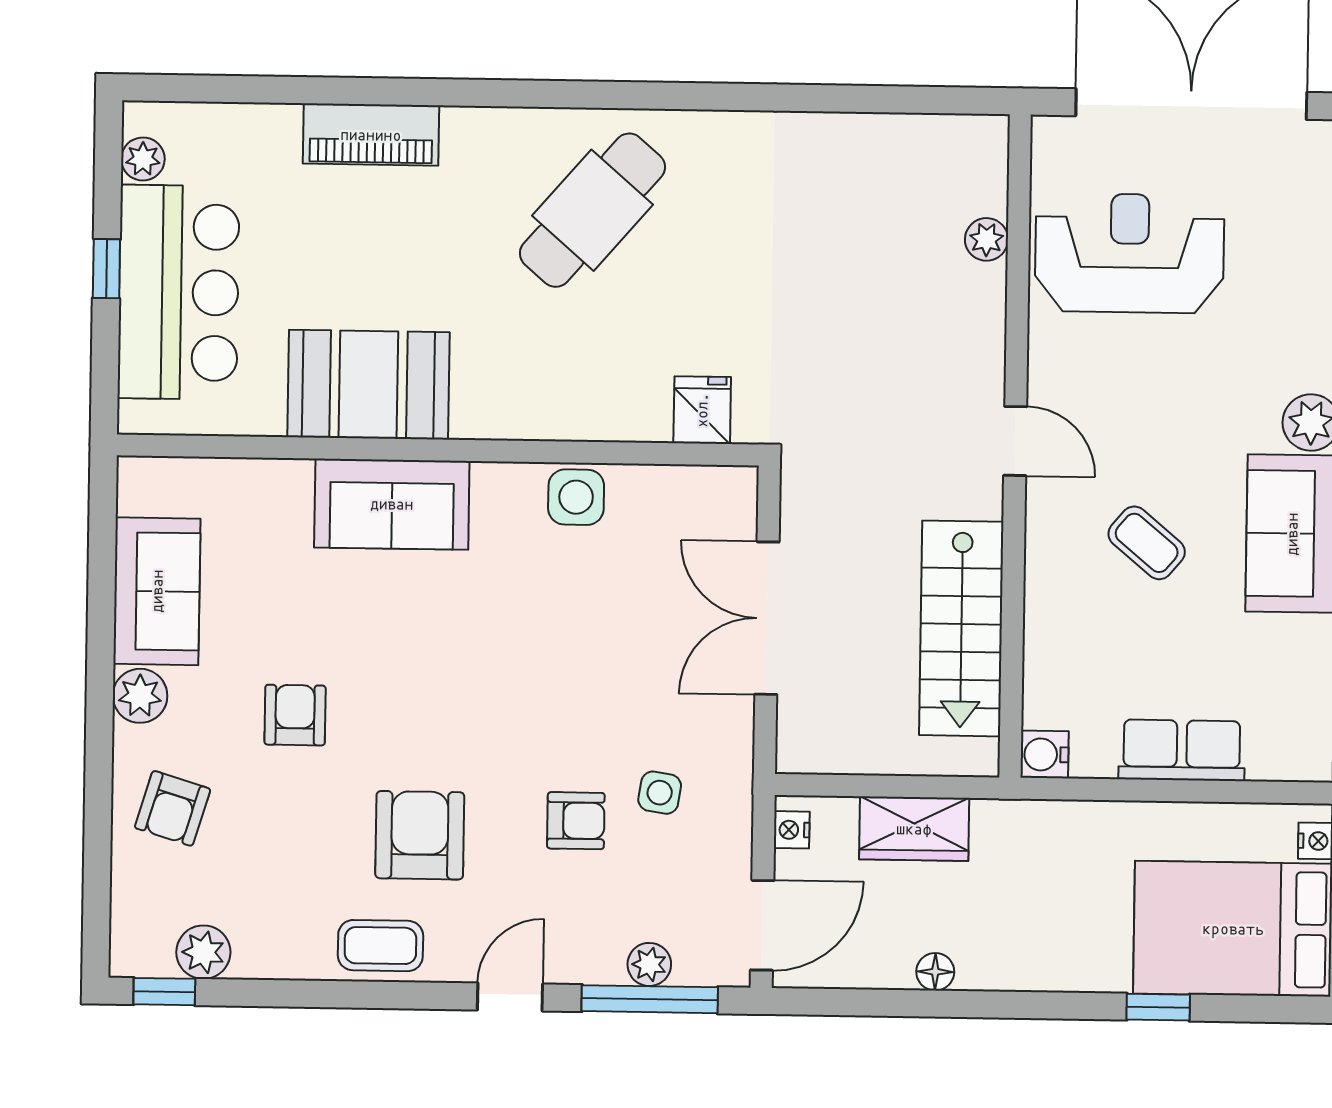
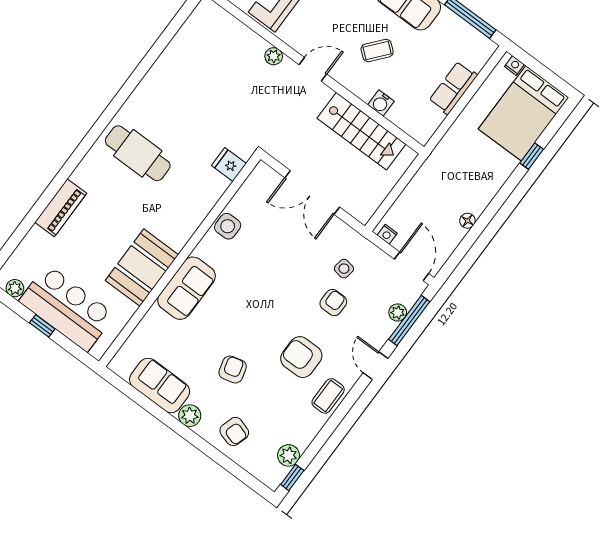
cafe table: (592, 210) -> (138, 153), turned -41
plant: (986, 239) -> (274, 56), moved
armchair: (295, 715) -> (233, 370), turned 75
water cooler: (1044, 754) -> (381, 103), moved
wardrobe: (914, 829) -> (416, 194), removed

